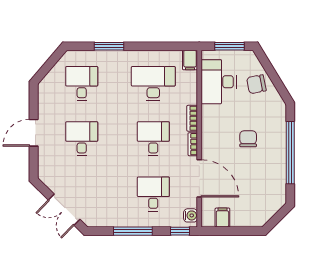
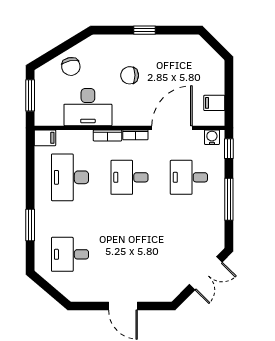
desk: (219, 82) -> (88, 107), moved
desk: (82, 139) -> (129, 254), removed
window: (290, 153) -> (144, 30), width x0.32

